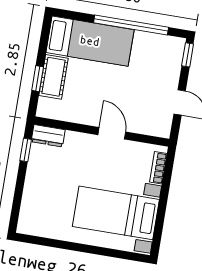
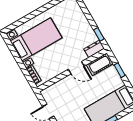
cot: (53, 77) -> (100, 64), moved, turned 90
door: (112, 133) -> (76, 68), moved

